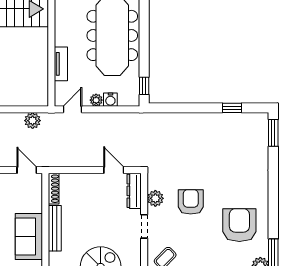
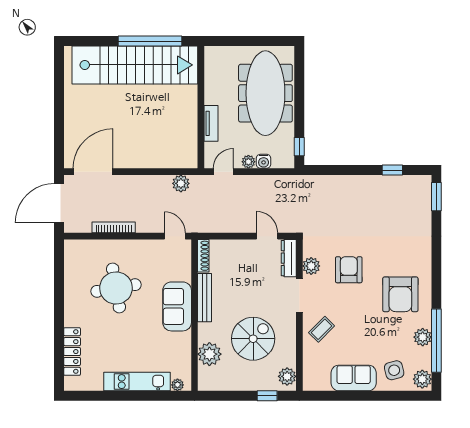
armchair: (239, 225) -> (400, 294), turned 180
doorway: (144, 226) -> (299, 296), width x1.38

